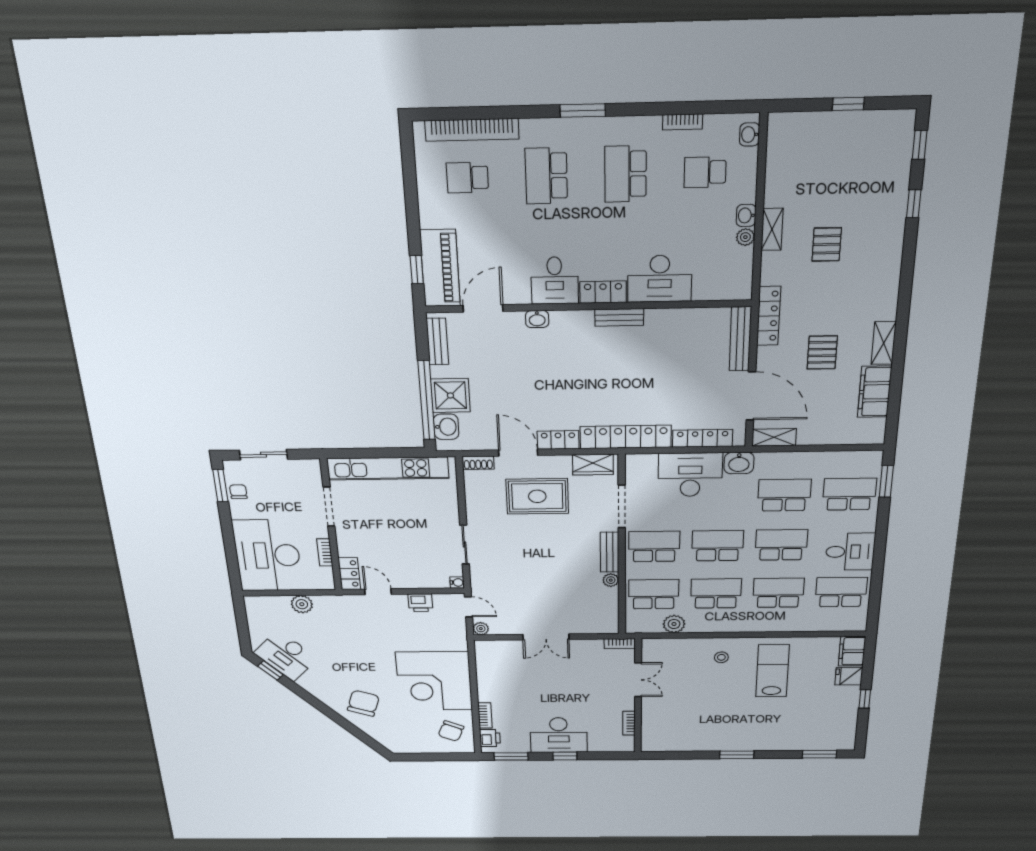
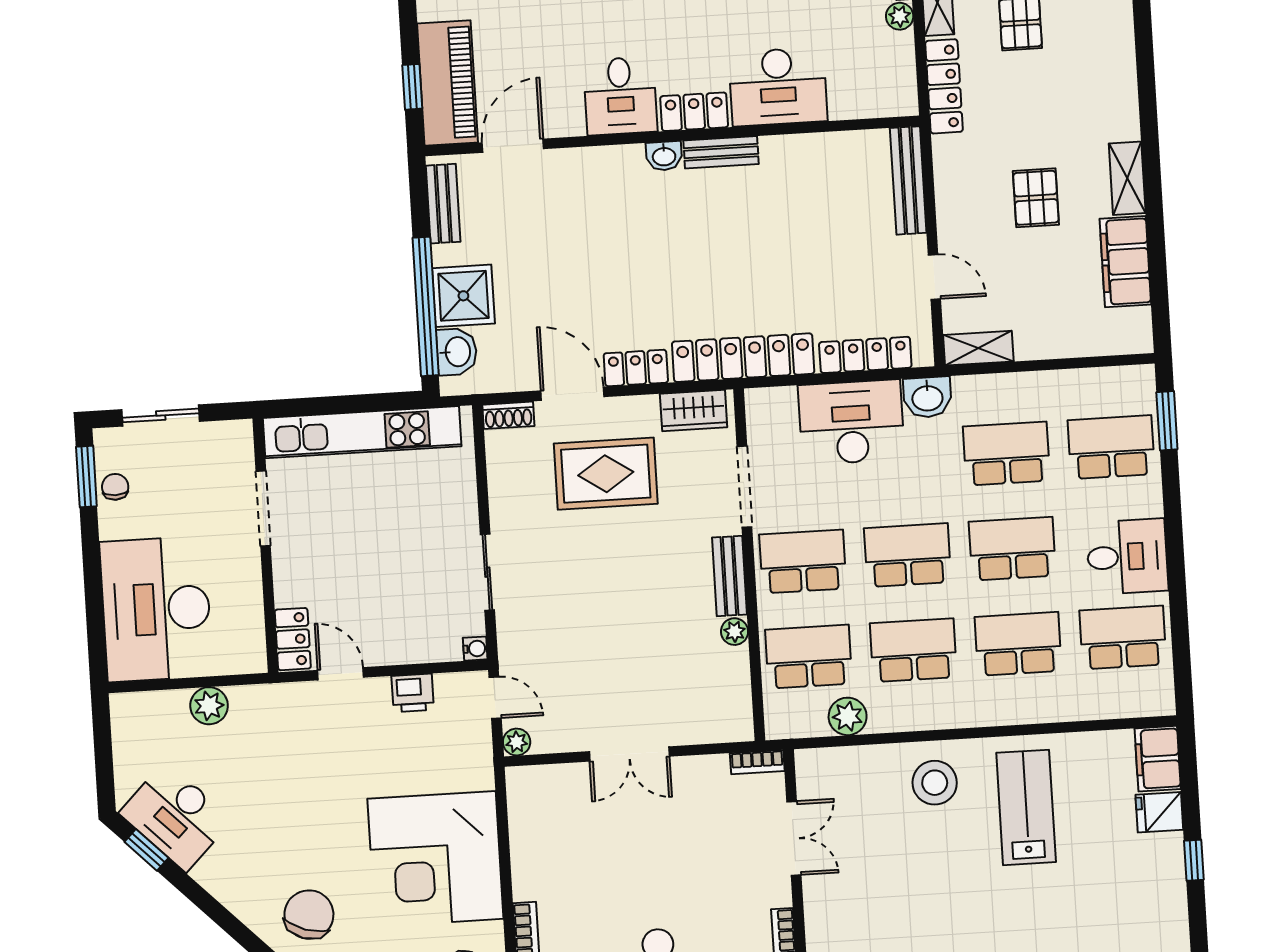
locker: (769, 316) -> (944, 86), moved
washbasin: (537, 319) -> (664, 156), moved
door: (751, 396) -> (934, 277), width x0.53
bookcase: (325, 552) -> (253, 598), removed
stool: (721, 657) -> (935, 783), width x1.89, depth x1.89

